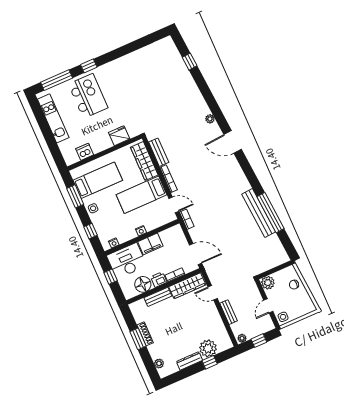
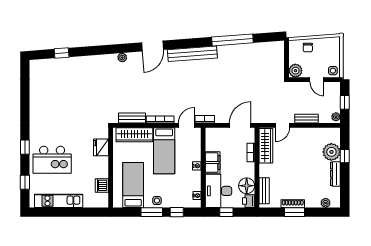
window: (57, 80) -> (25, 182), width x0.46
kitchen island: (88, 96) -> (52, 160), turned 180
window: (75, 196) -> (152, 212), moved
bench: (259, 213) -> (192, 54), moved
printer: (159, 280) -> (249, 201), moved
bench: (158, 297) -> (264, 191), moved

